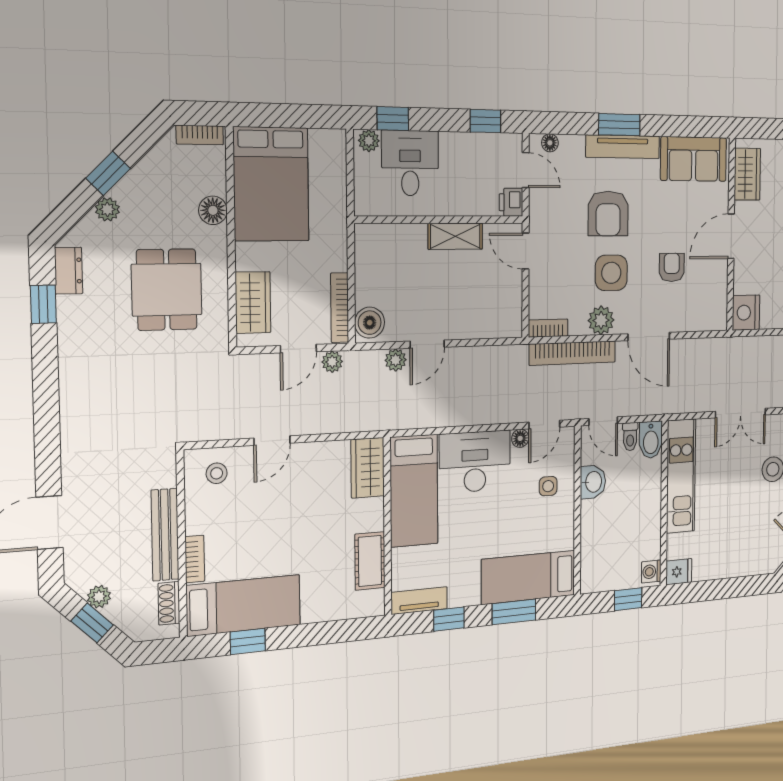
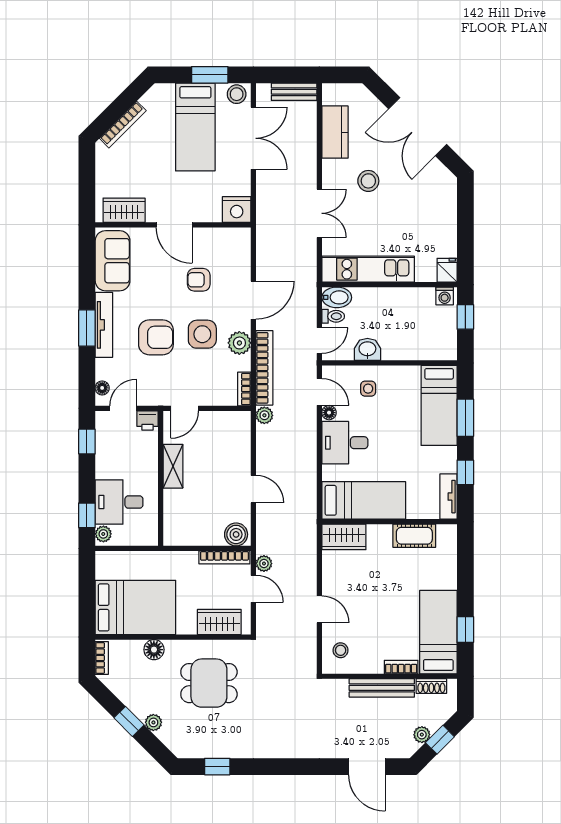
dresser: (69, 271) -> (195, 749), removed
plant: (396, 360) -> (264, 415), moved
desk: (475, 462) -> (345, 443), width x0.73

